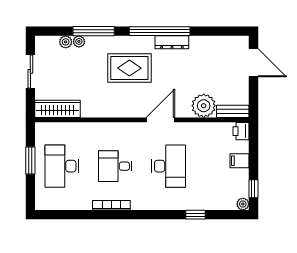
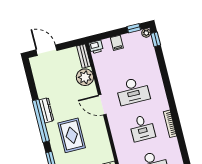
door: (253, 63) -> (46, 50), hinge flipped
desk: (169, 166) -> (133, 91), turned 180
window: (196, 215) -> (156, 39), moved

